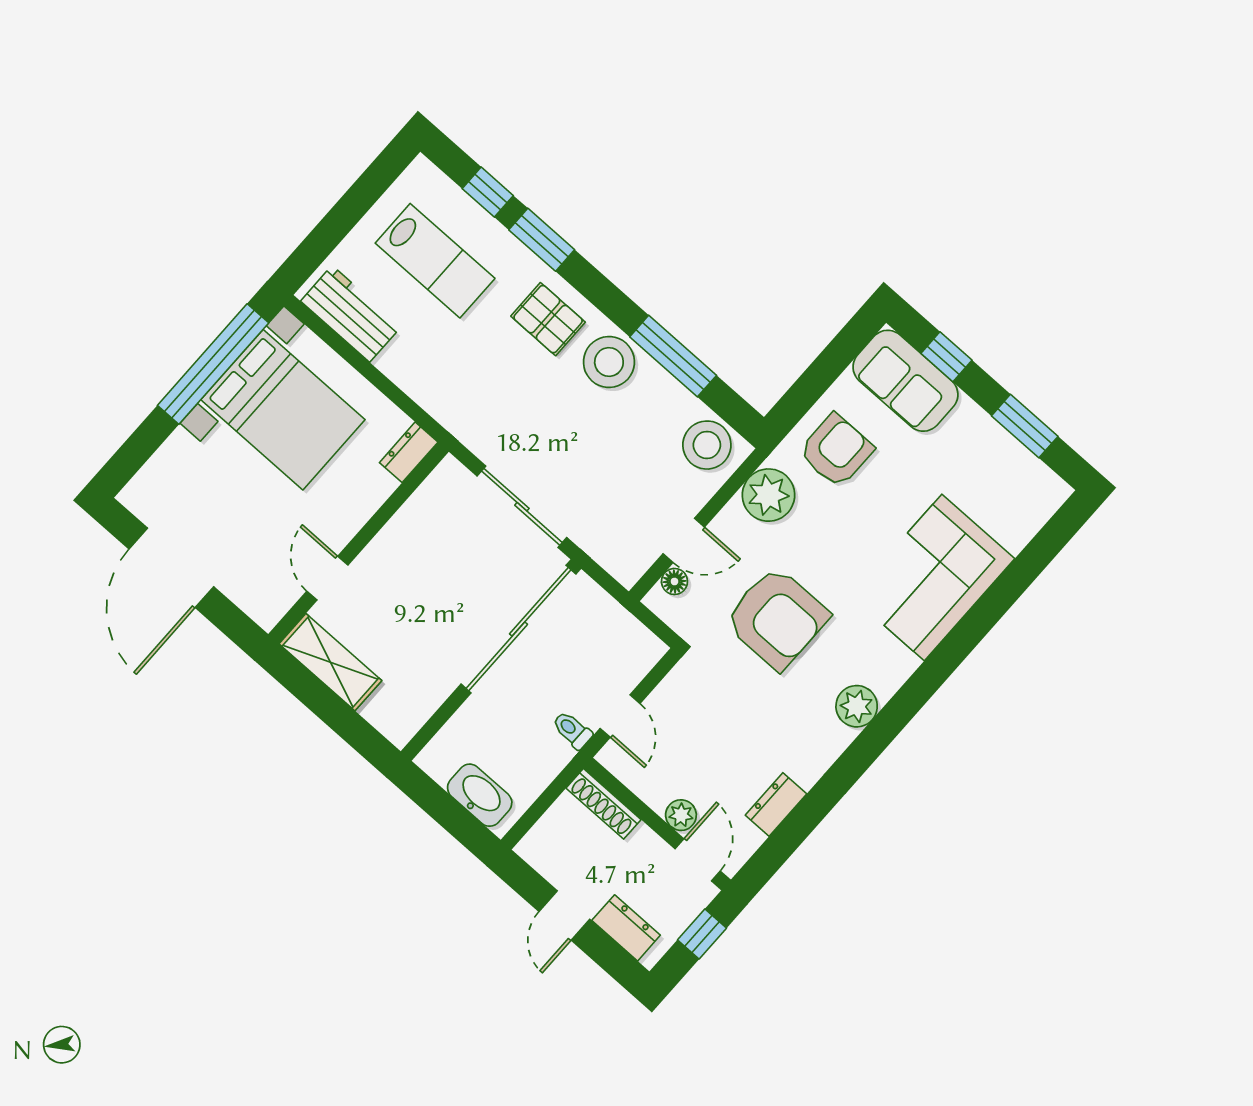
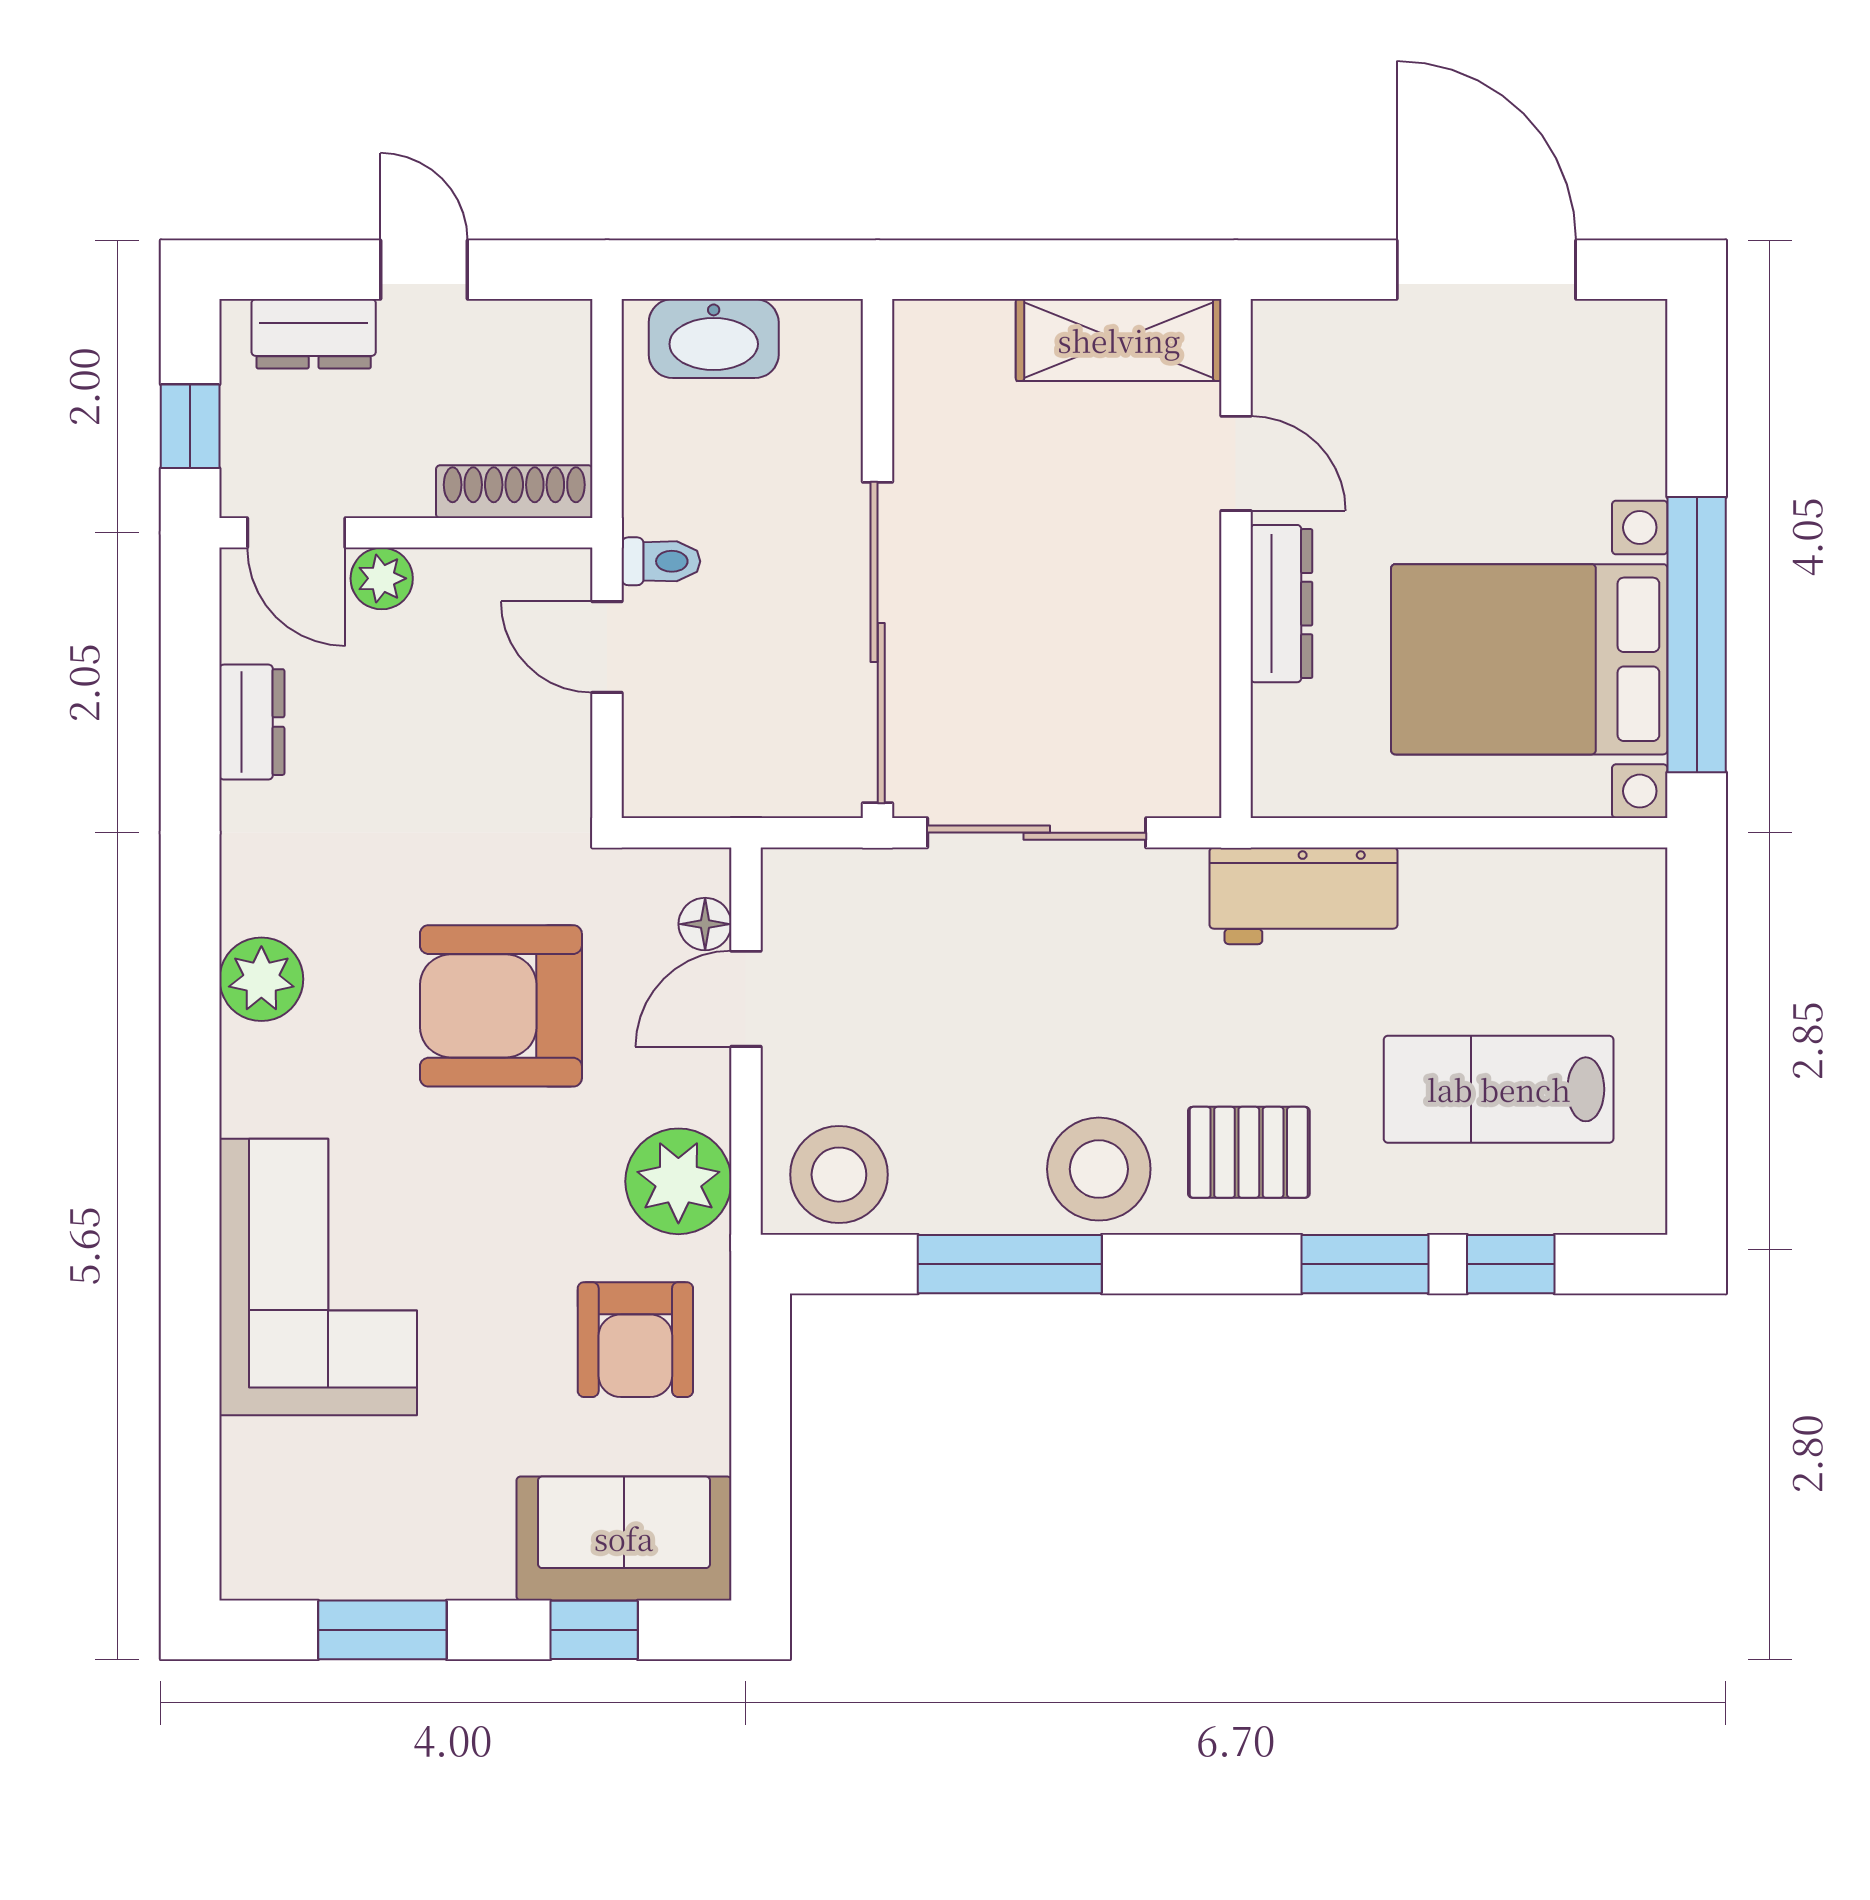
workbench: (351, 314) -> (1304, 896), moved
dresser: (409, 452) -> (1281, 604), moved, width x1.44

